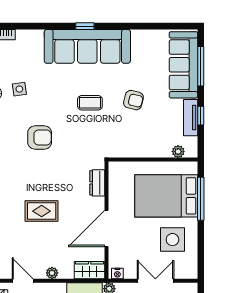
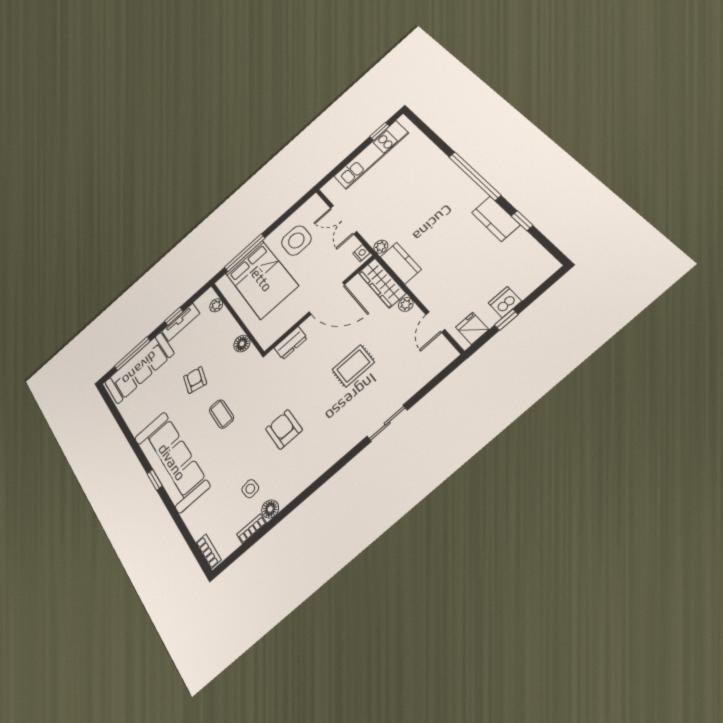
floor lamp: (129, 150) -> (242, 344), added
rug: (42, 211) -> (353, 366), turned 90
wardrobe: (90, 270) -> (382, 283), width x1.50

